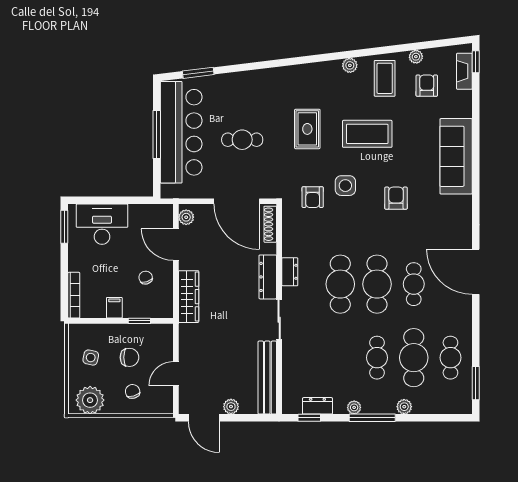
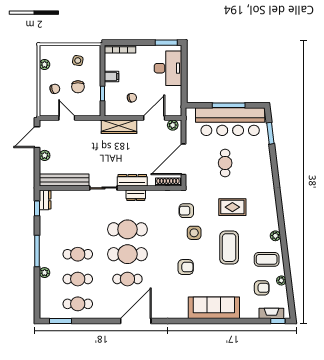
cafe table: (414, 358) -> (78, 279), width x0.73, depth x0.74
plant: (90, 400) -> (45, 65), width x0.53, depth x0.53
dresser: (317, 406) -> (45, 200), moved
plant: (354, 407) -> (44, 239), removed

